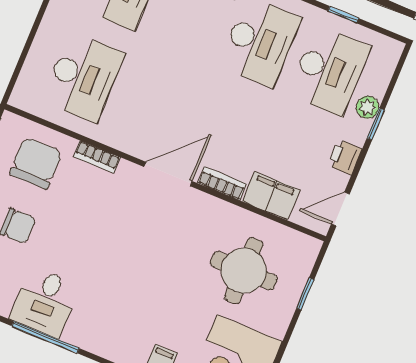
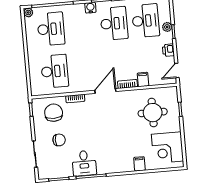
filing cabinet: (271, 196) -> (143, 80), width x0.50

